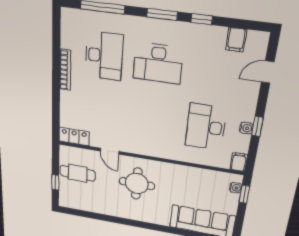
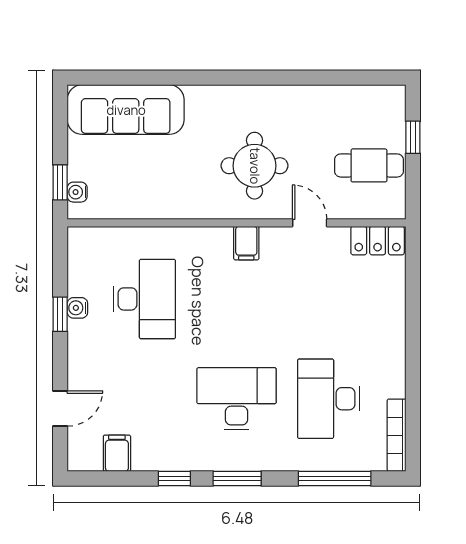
bookcase: (65, 70) -> (397, 435), moved
filing cabinet: (239, 162) -> (246, 243), moved

